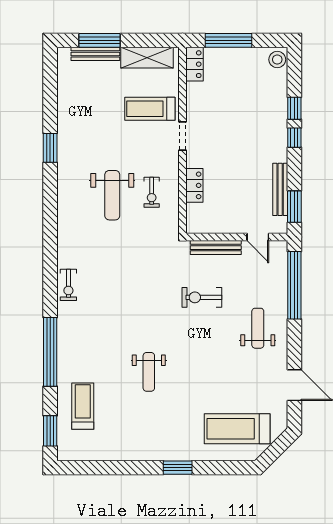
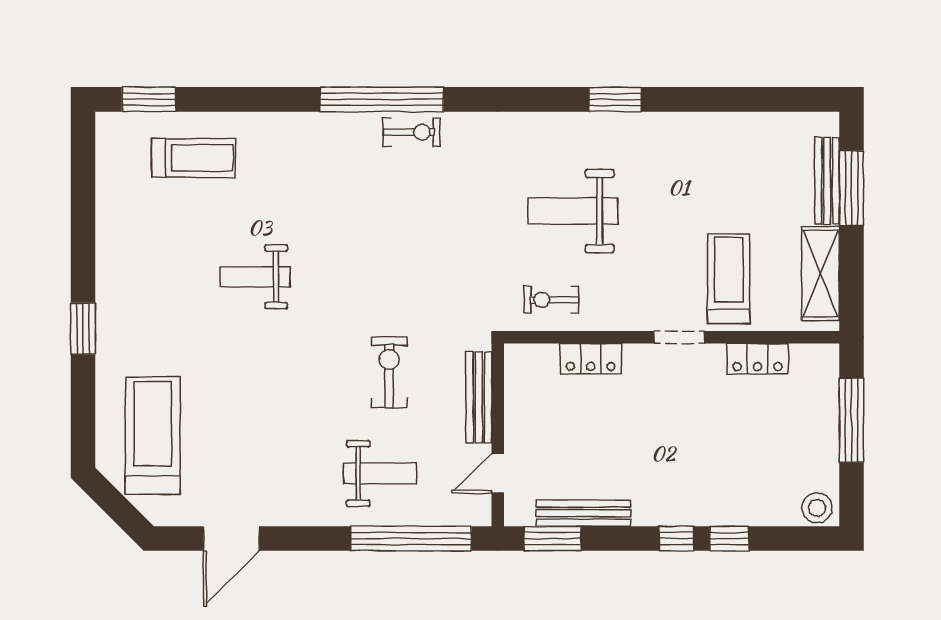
locker: (194, 64) -> (758, 359), moved
window: (50, 148) -> (615, 99), moved
exercise bike: (152, 192) -> (551, 300), moved
exercise bike: (68, 285) -> (412, 132), turned 180
weight bench: (258, 328) -> (380, 473), moved
window: (50, 352) -> (382, 99), moved

